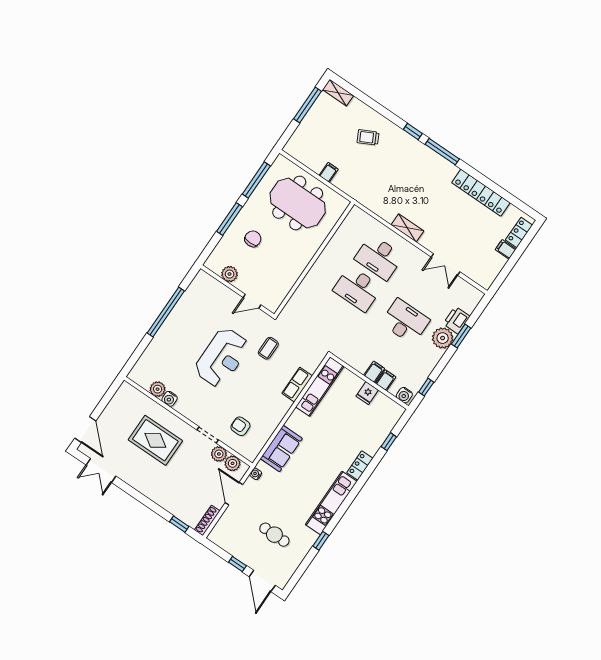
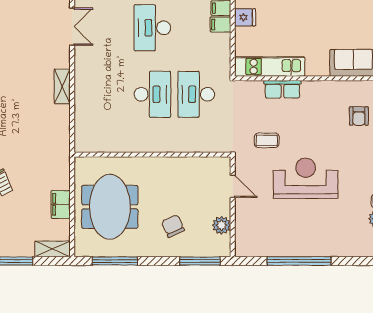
shelving: (296, 141) -> (52, 249), added
filing cabinet: (329, 172) -> (61, 204), width x2.00
window: (229, 219) -> (200, 261), moved
chair: (253, 239) -> (173, 226), turned 66
desk: (379, 257) -> (196, 94), moved, turned 180

